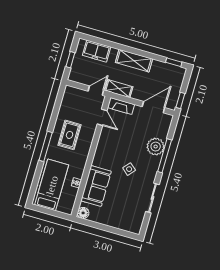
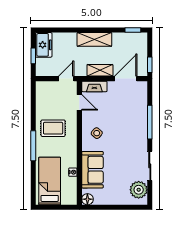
freezer: (97, 51) -> (44, 45), moved, turned -90
shelving: (119, 89) -> (100, 70), moved
rug: (70, 135) -> (53, 128), turned 90
plant: (156, 147) -> (139, 190), moved
side table: (129, 169) -> (97, 133), moved

